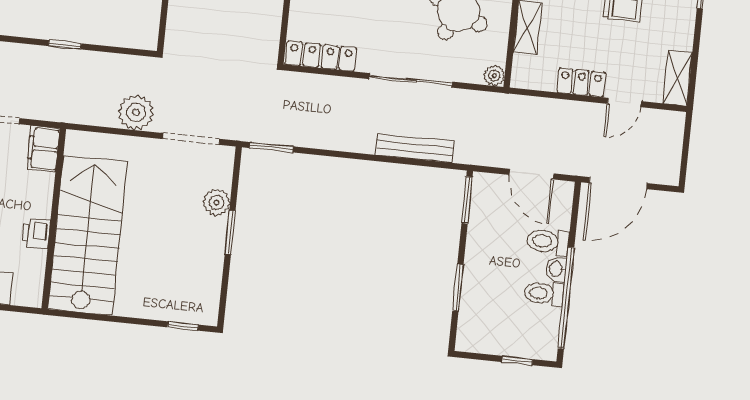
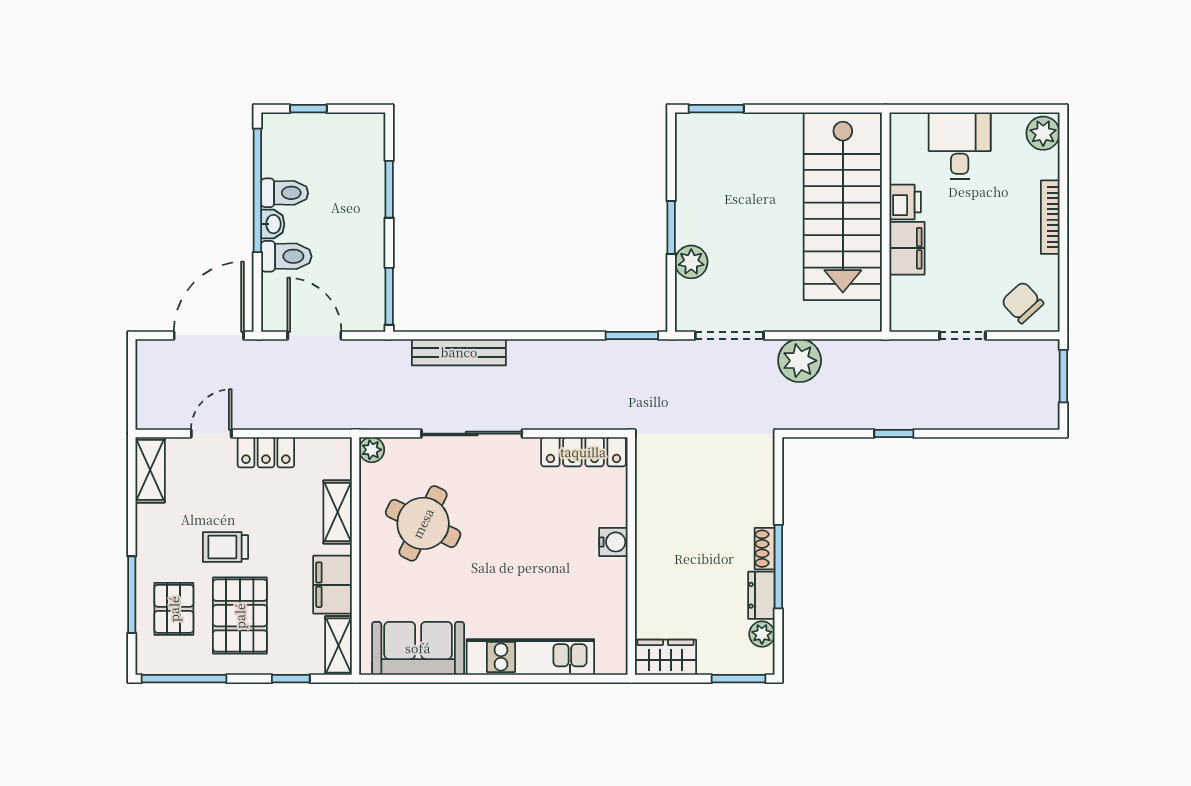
filing cabinet: (43, 149) -> (907, 248), moved
window: (183, 326) -> (716, 109), width x1.50

